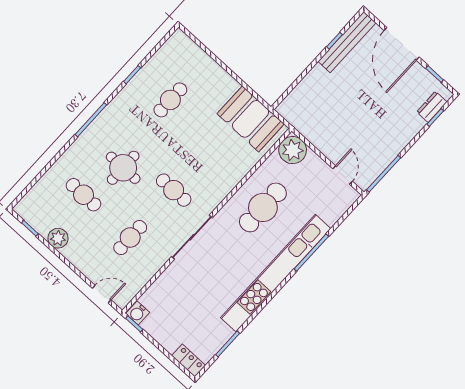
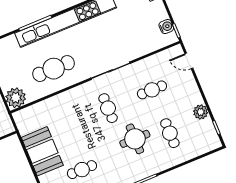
booth: (251, 119) -> (42, 151), moved
water cooler: (138, 313) -> (166, 27), moved

